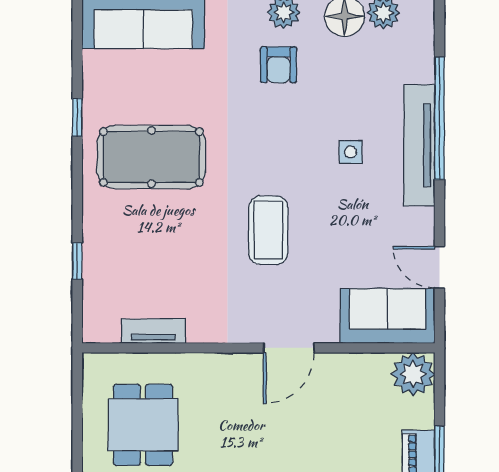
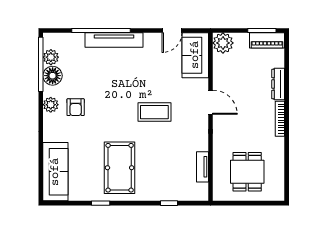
armchair: (279, 65) -> (76, 107), turned 90
side table: (350, 152) -> (117, 73), removed
dining table: (143, 425) -> (247, 172), turned 90

